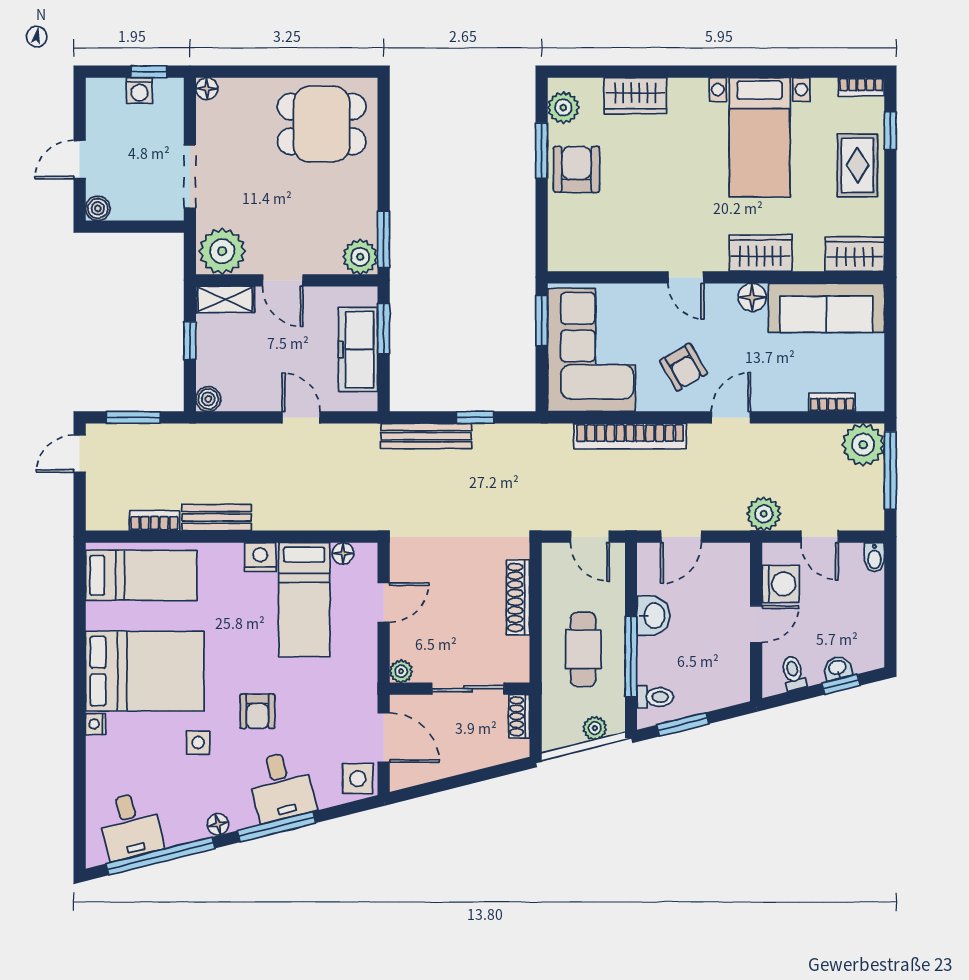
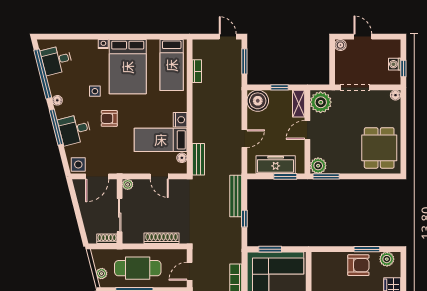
window: (542, 321) -> (270, 249), moved
boiler: (208, 399) -> (258, 101), width x1.86, depth x1.86
bench: (217, 517) -> (198, 159), moved
cafe table: (583, 649) -> (138, 268), width x1.37, depth x1.35

